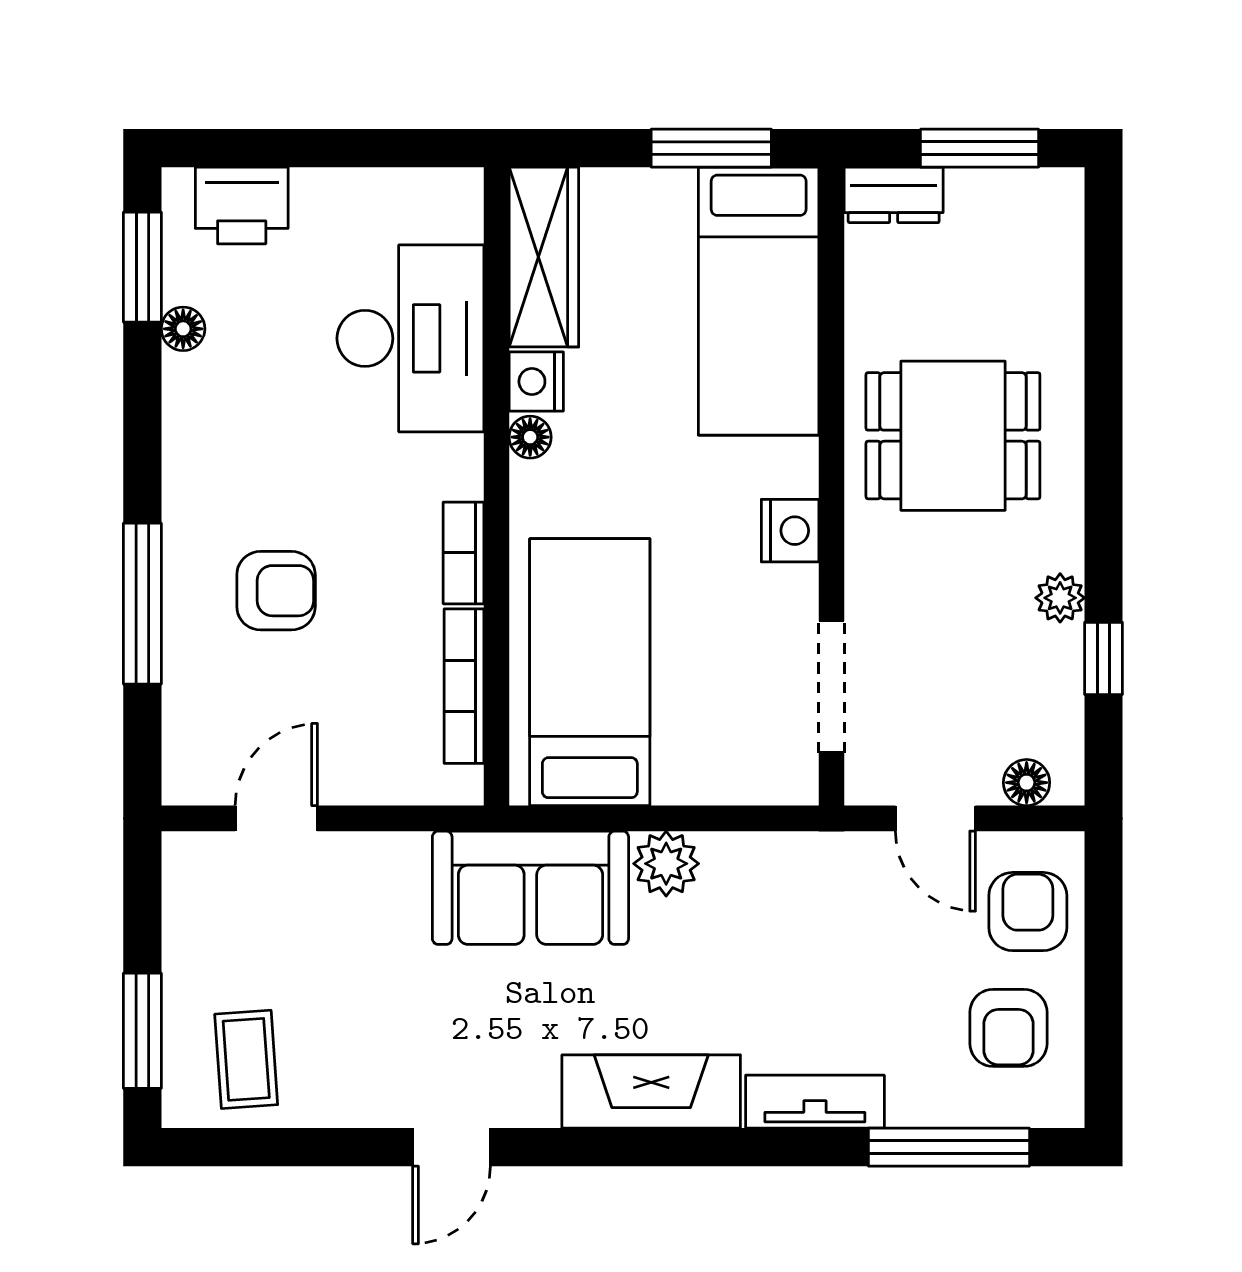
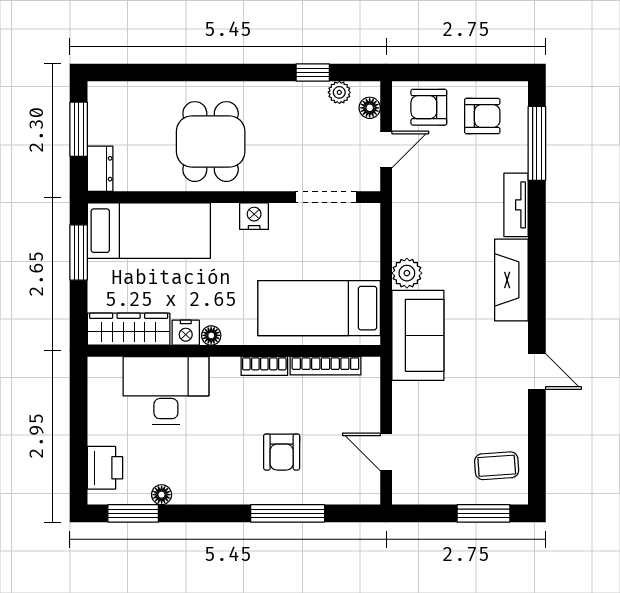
armchair: (276, 591) -> (282, 452), turned 180
plant: (1060, 598) -> (339, 92), moved

